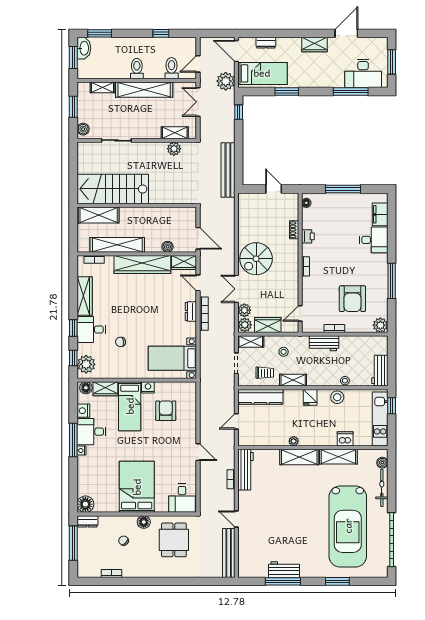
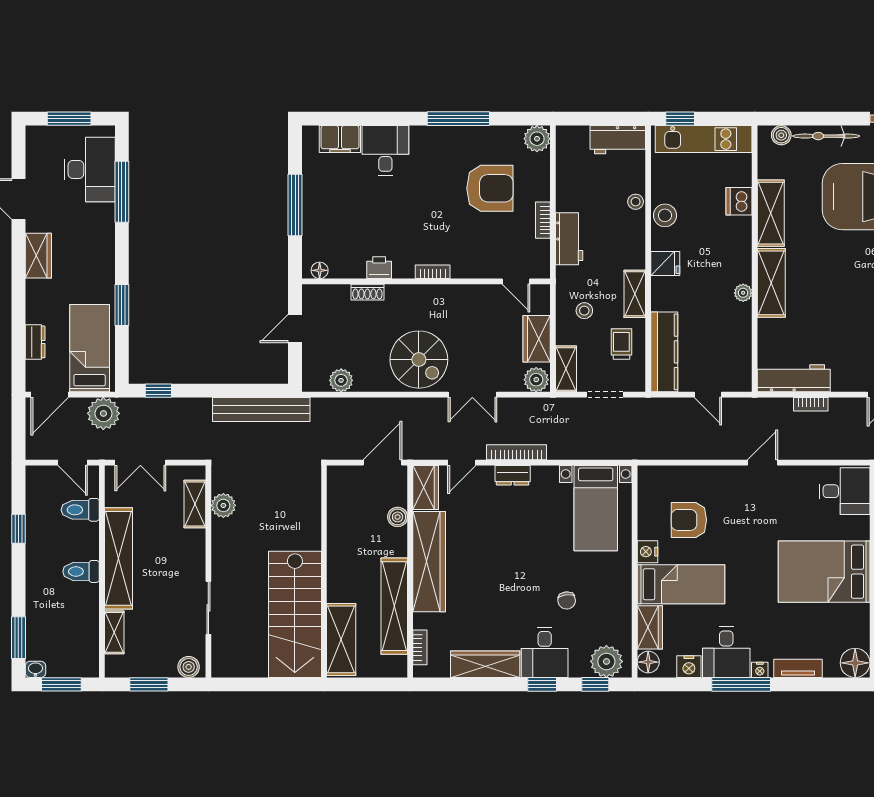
washbasin: (84, 48) -> (35, 669), width x0.52, depth x0.69
plant: (244, 310) -> (341, 380), moved
tv unit: (82, 472) -> (798, 668), added

